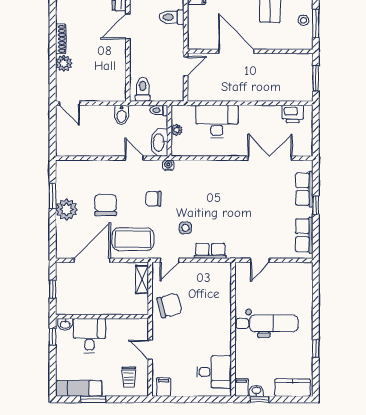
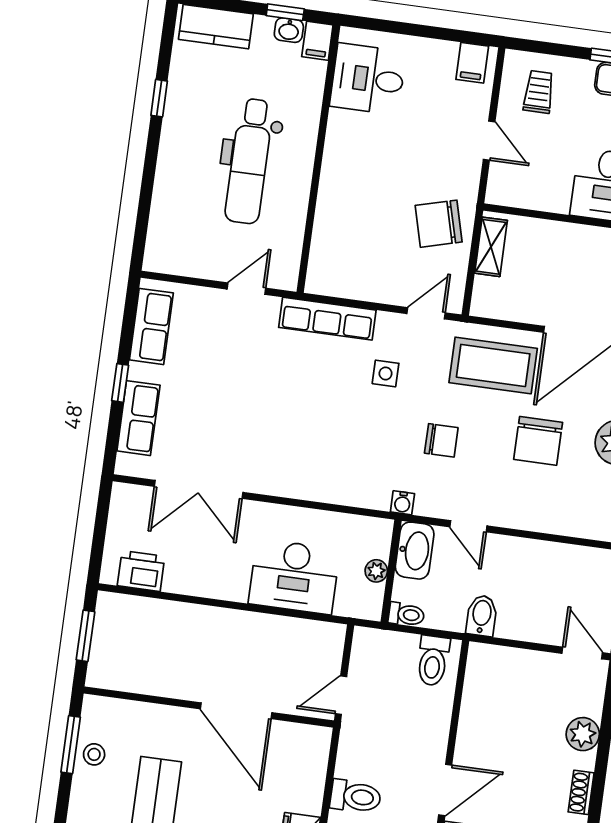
shoe rack: (61, 39) -> (581, 792), width x0.70
row of seats: (210, 251) -> (327, 319), width x1.48
shelving: (142, 279) -> (491, 247), moved
dental chair: (267, 323) -> (249, 161), turned -90

